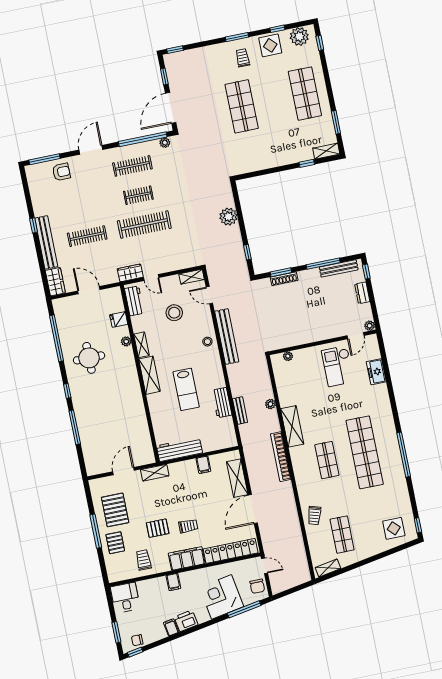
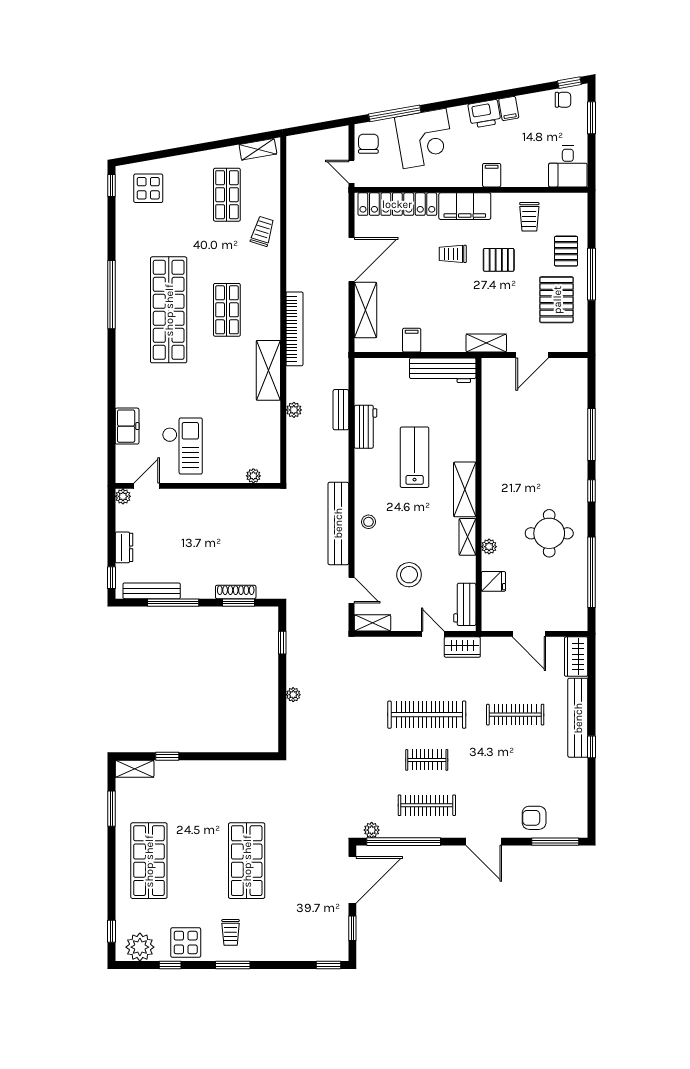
door: (91, 150) -> (484, 842), hinge flipped
plant: (228, 217) -> (293, 695), width x0.53, depth x0.53

